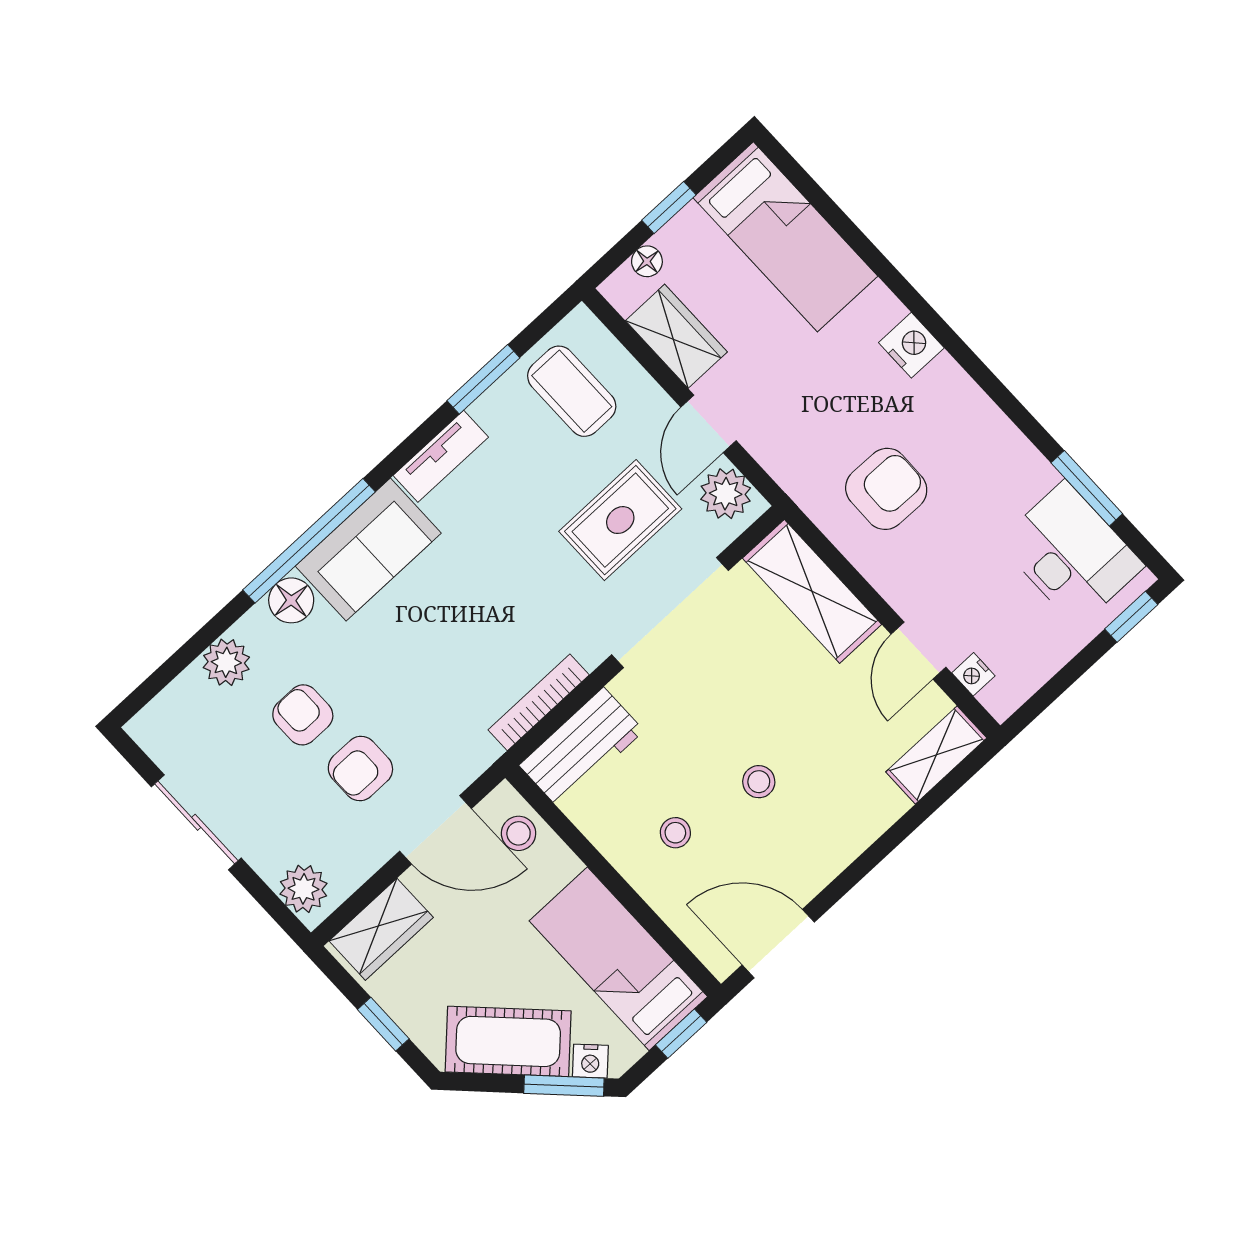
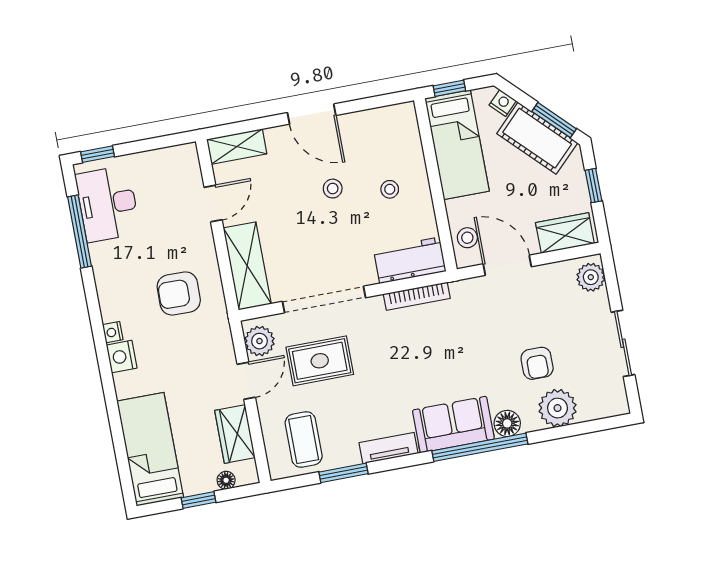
window: (1087, 488) -> (80, 231), width x1.44
plant: (226, 662) -> (558, 408), width x1.36, depth x1.36
nightstand: (973, 674) -> (113, 332), moved, turned 180
armchair: (360, 768) -> (525, 319), removed
door: (778, 944) -> (312, 114), moved
window: (564, 1086) -> (554, 120), moved

